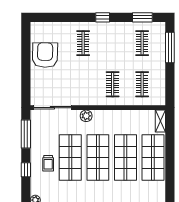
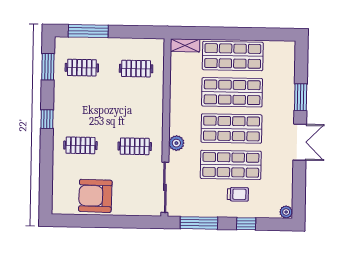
clothes rail: (113, 84) -> (135, 146), moved

